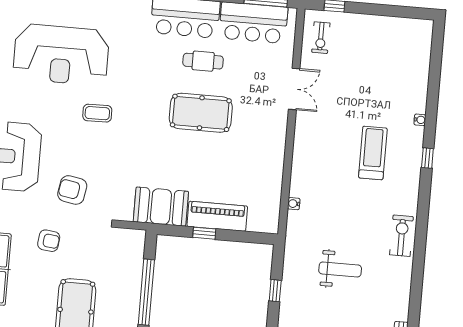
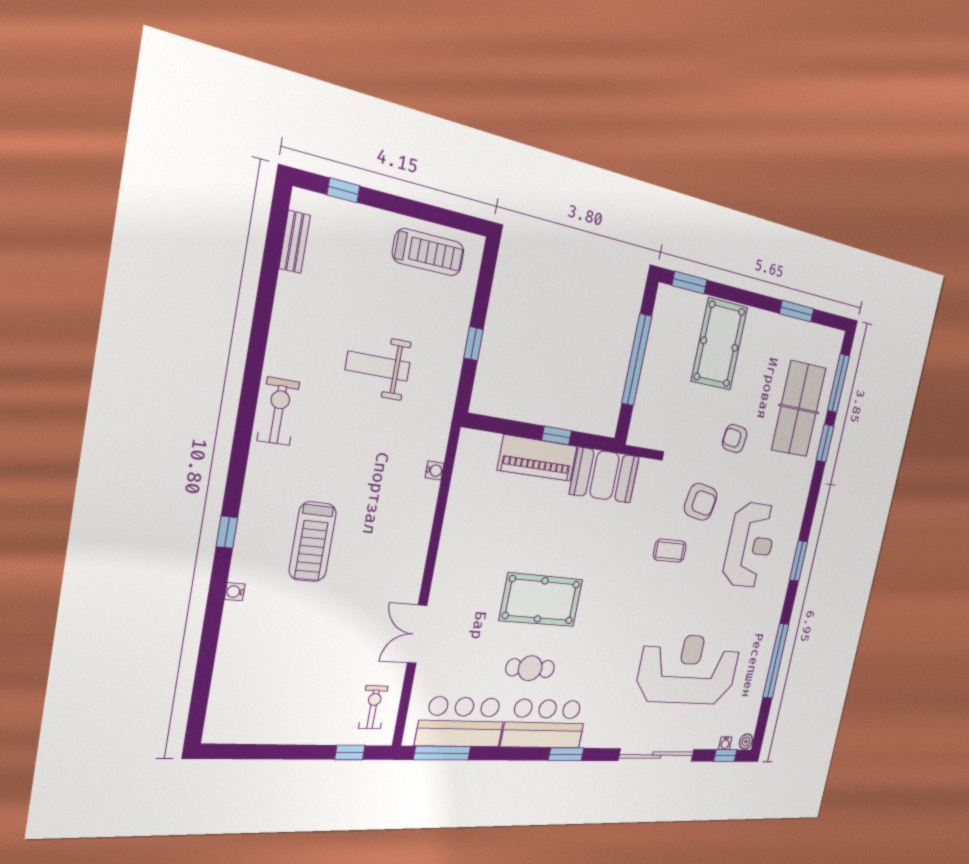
coffee table: (97, 113) -> (670, 551), moved
exercise bike: (402, 236) -> (278, 411), turned 180

